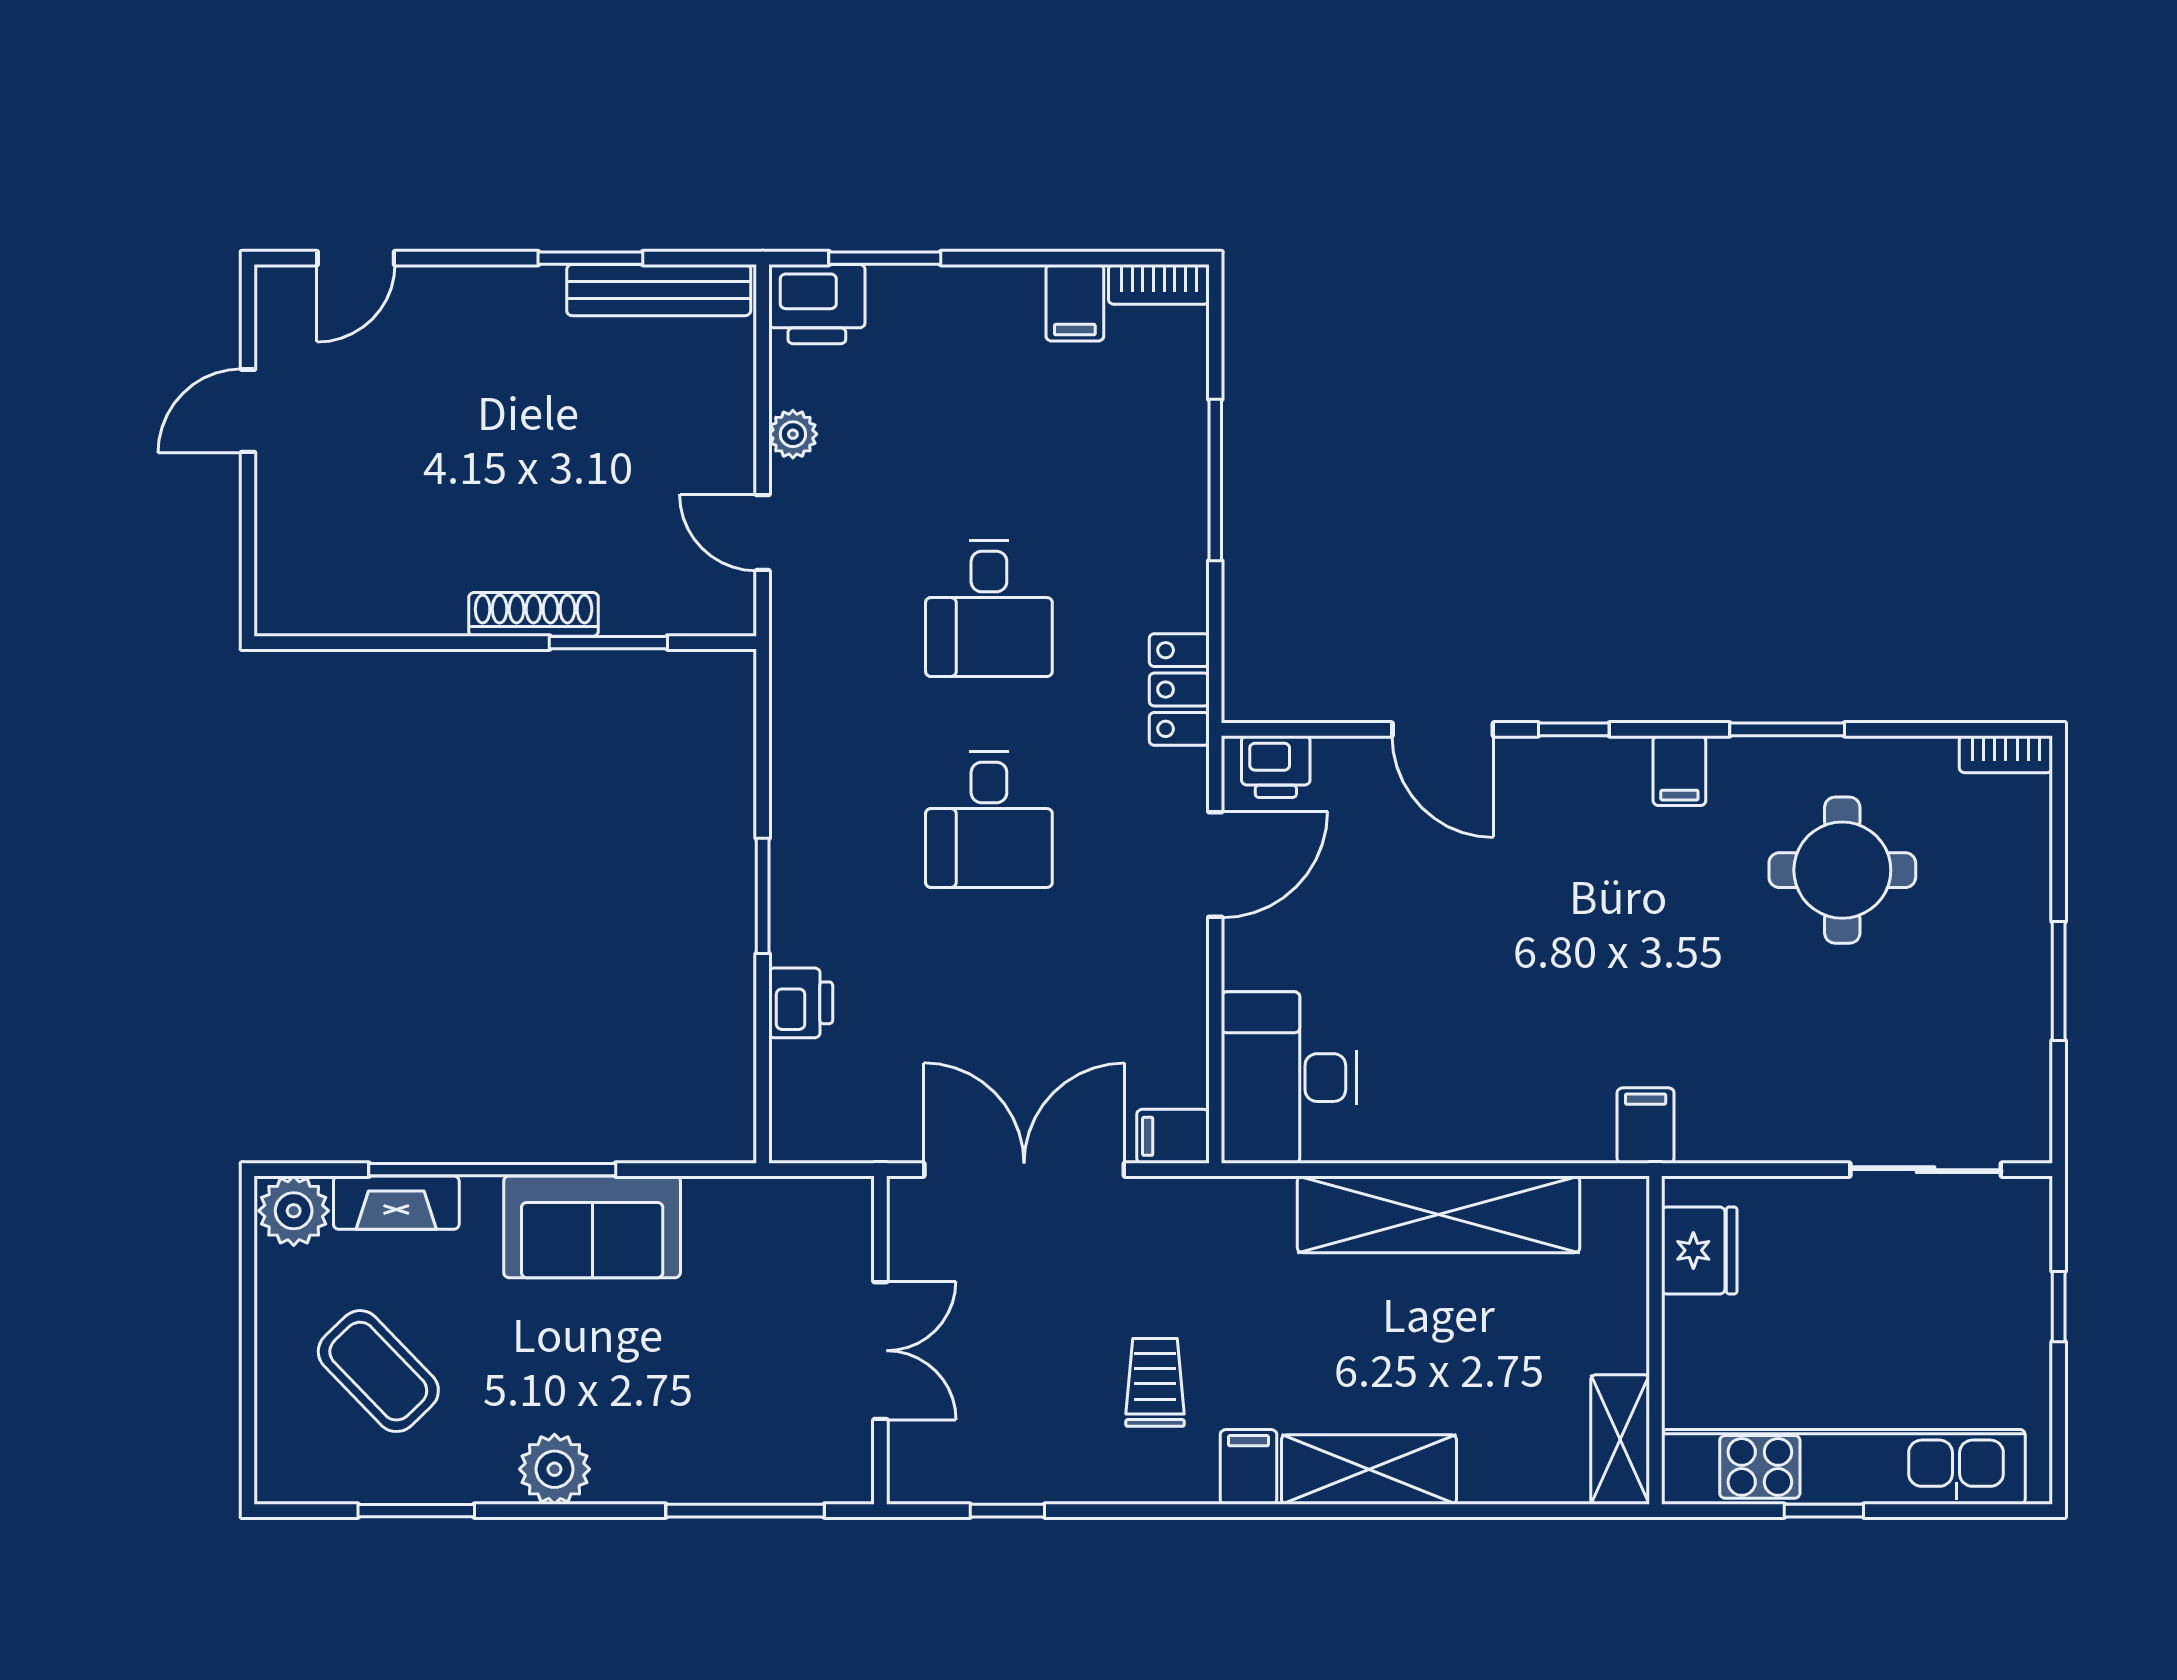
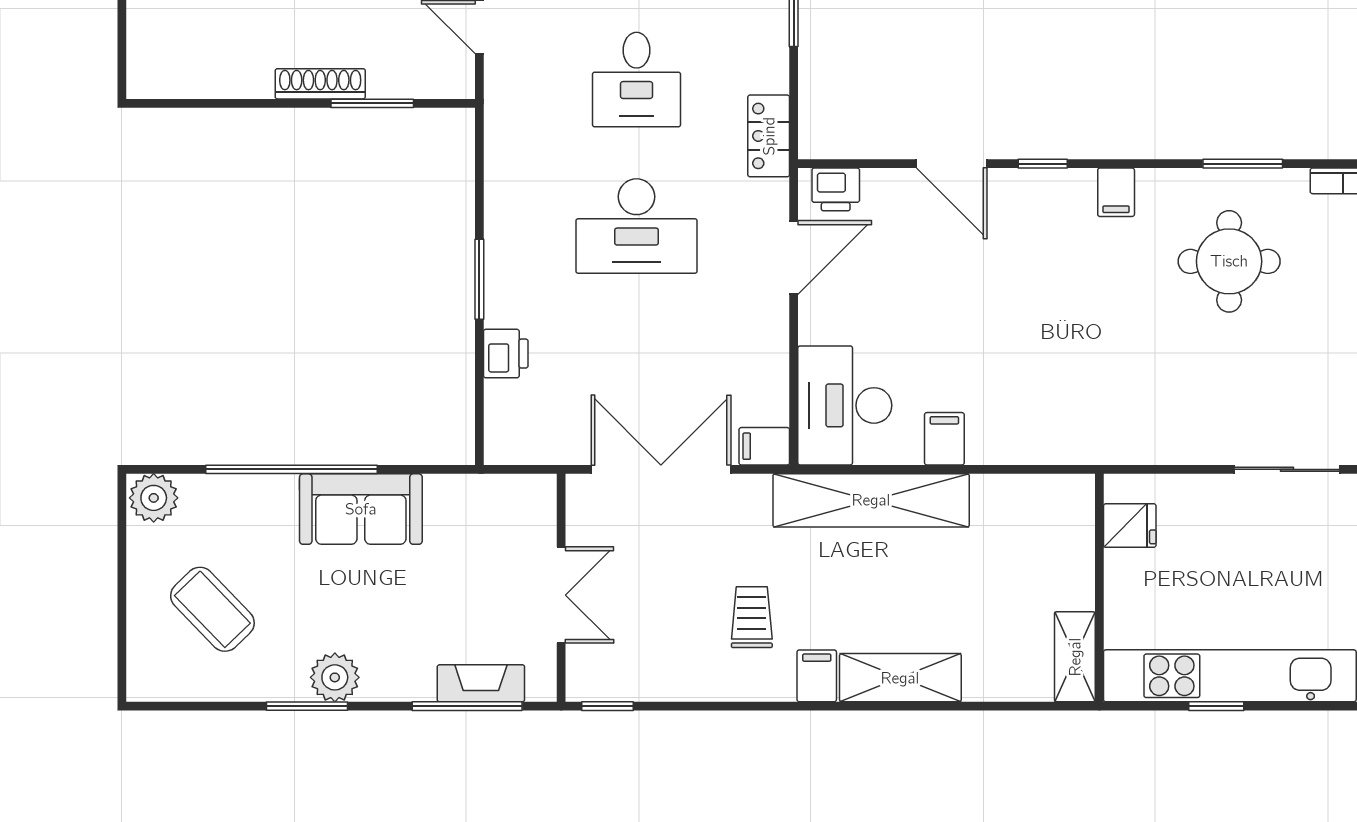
window: (1787, 729) -> (1243, 164), moved
desk: (989, 819) -> (636, 226), width x1.37
filing cabinet: (1646, 1126) -> (944, 439), moved
fireplace: (396, 1203) -> (481, 683), moved, turned 180
shelving: (1439, 1214) -> (871, 500), moved
fridge: (1699, 1250) -> (1130, 525), width x0.72
window: (416, 1511) -> (307, 706), moved
window: (1007, 1511) -> (607, 706), moved

